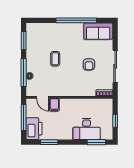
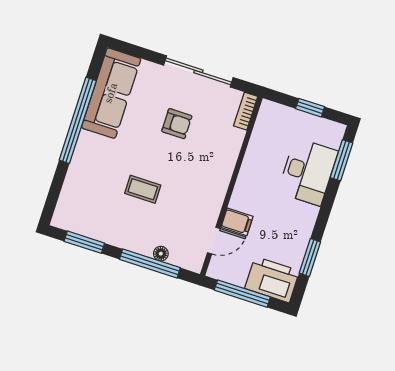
sofa: (98, 31) -> (111, 93), width x1.36

